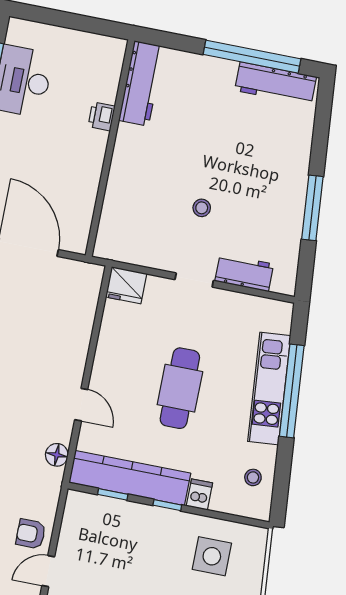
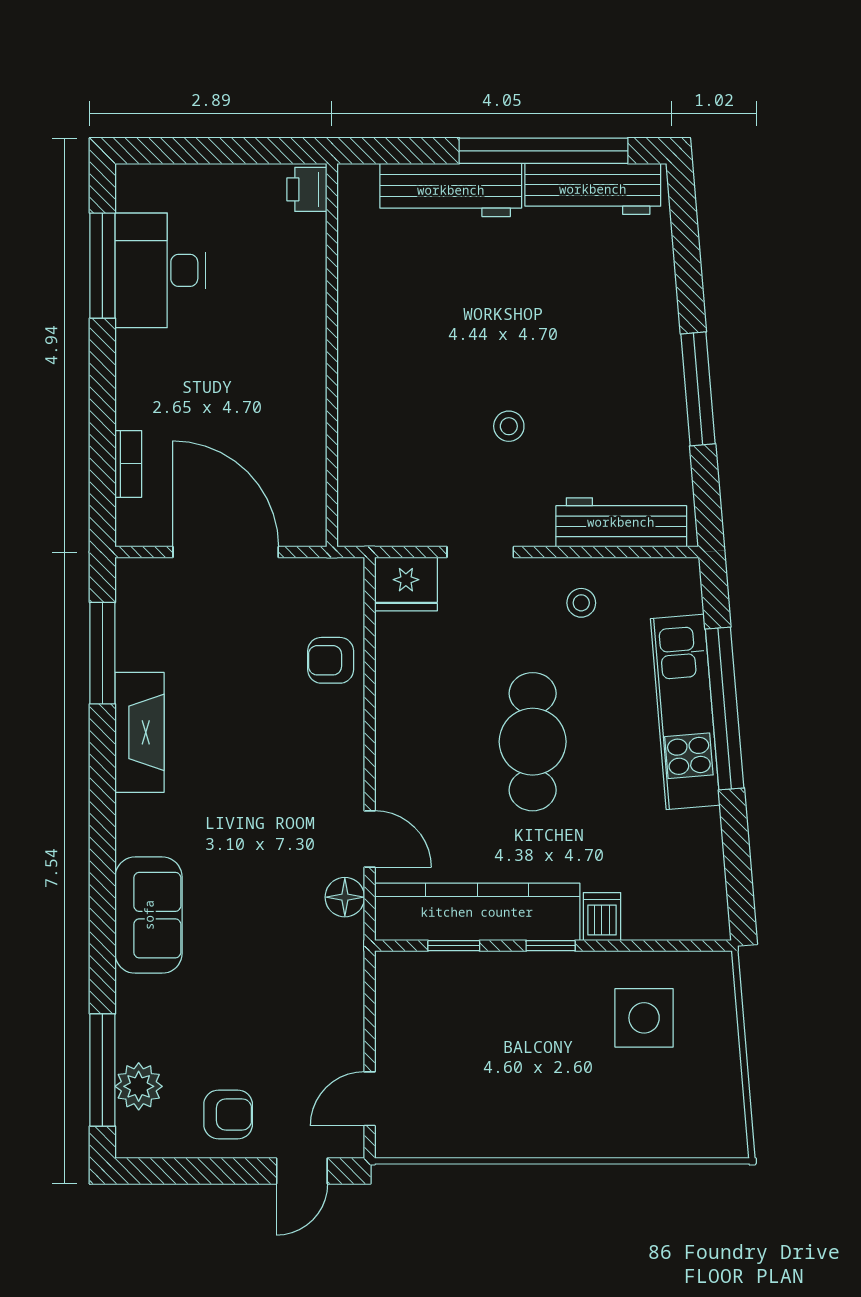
workbench: (141, 84) -> (451, 190), moved, turned 90
printer: (102, 116) -> (307, 189), moved
workbench: (244, 273) -> (621, 522), width x1.38
doorway: (194, 280) -> (480, 552), moved
door: (81, 405) -> (370, 839), moved
stool: (253, 477) -> (581, 603), moved
armchair: (31, 534) -> (331, 660), moved

